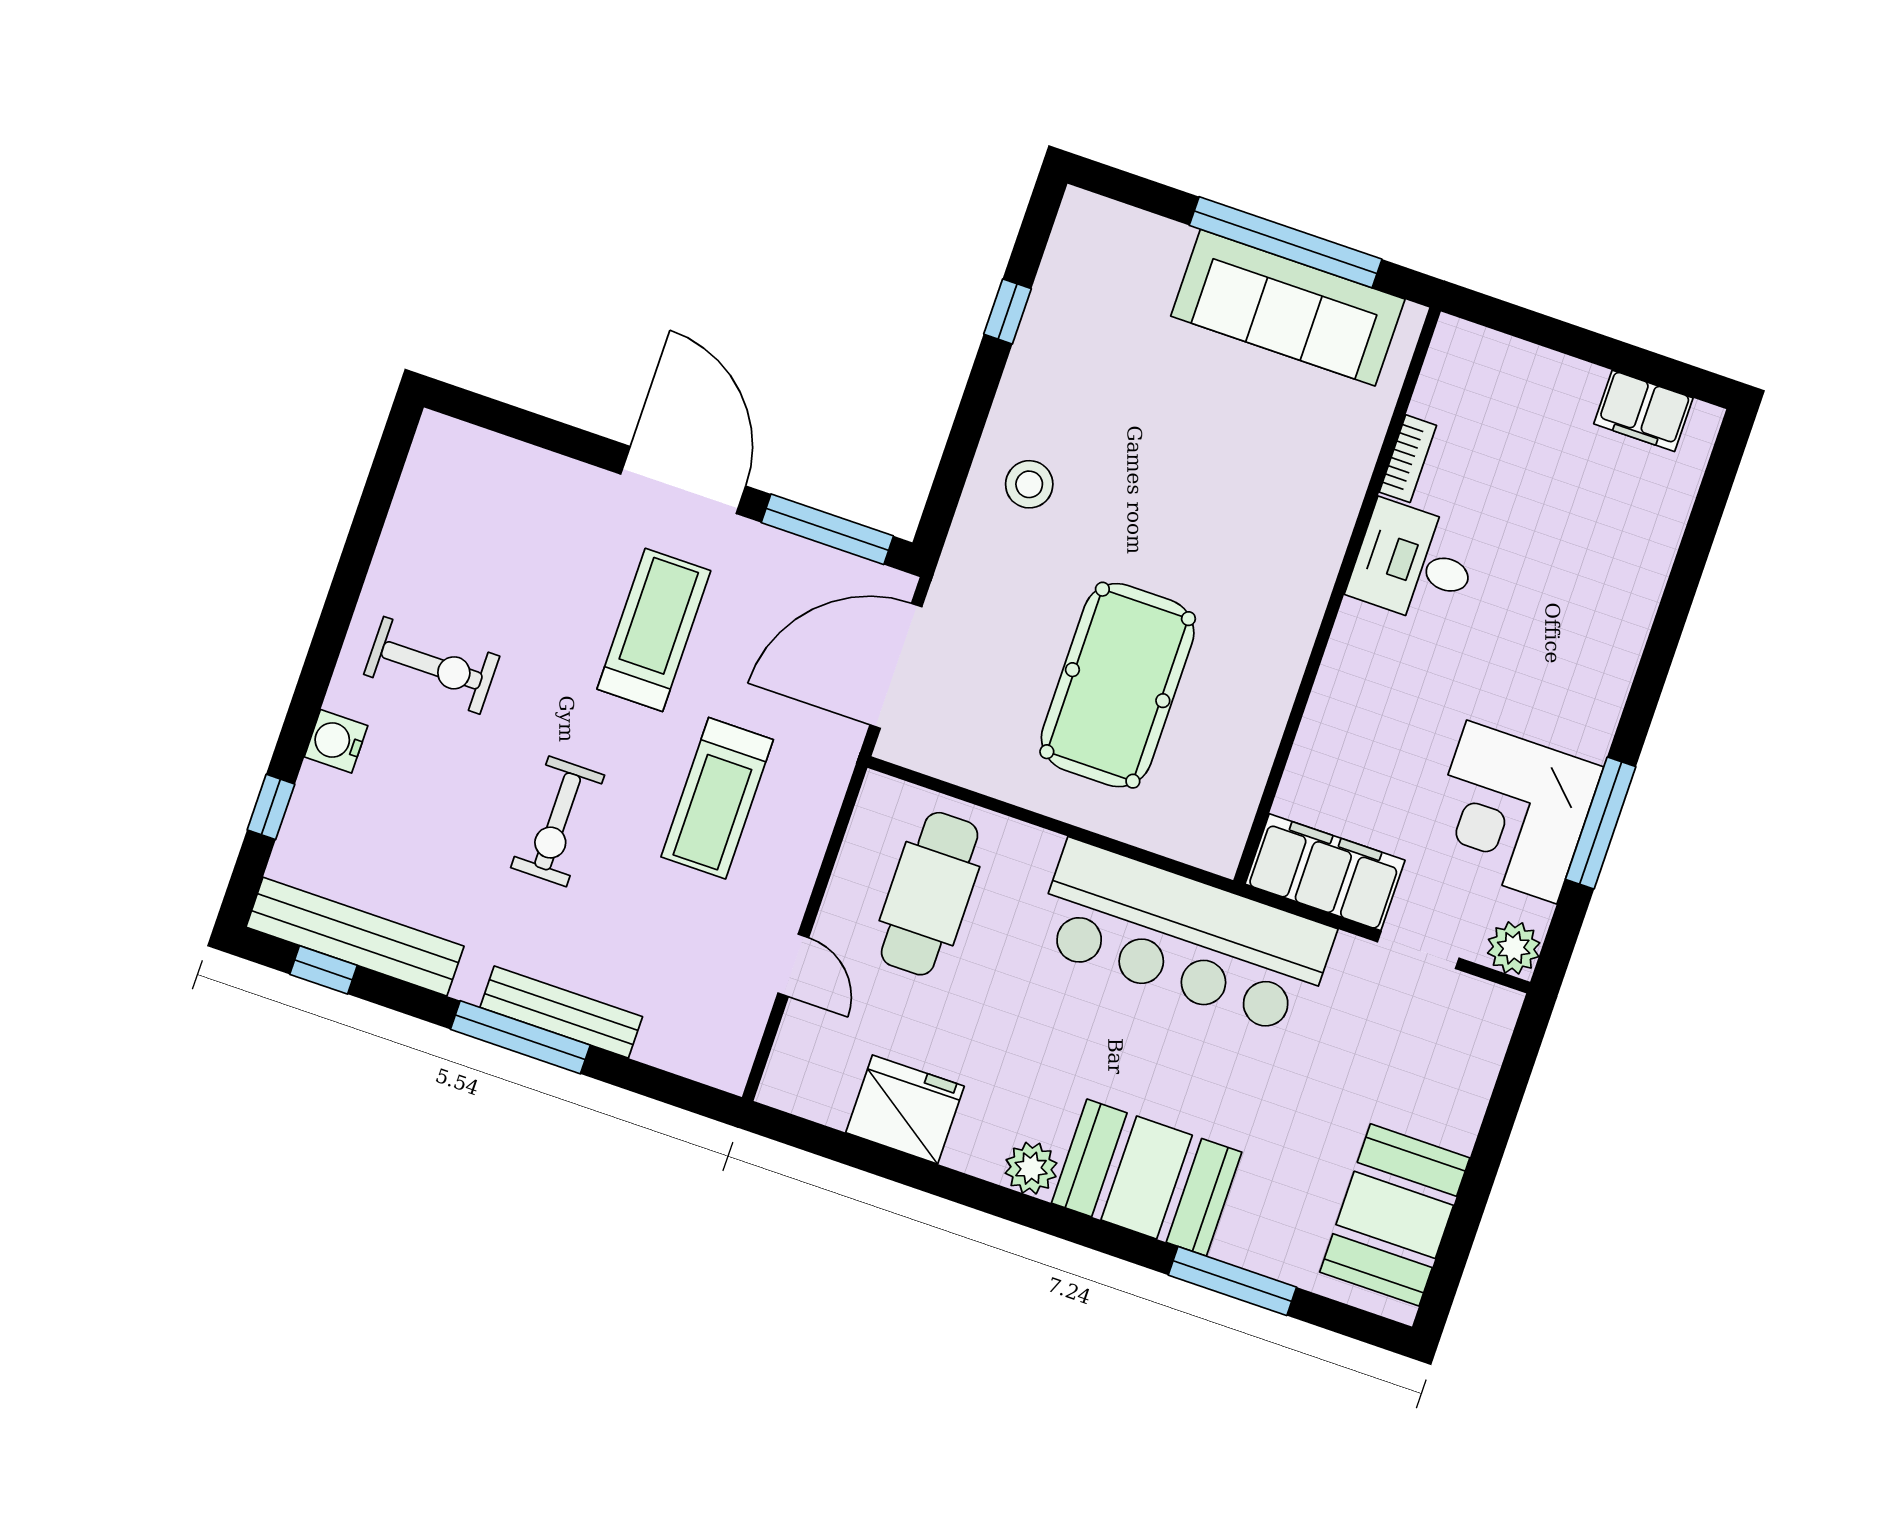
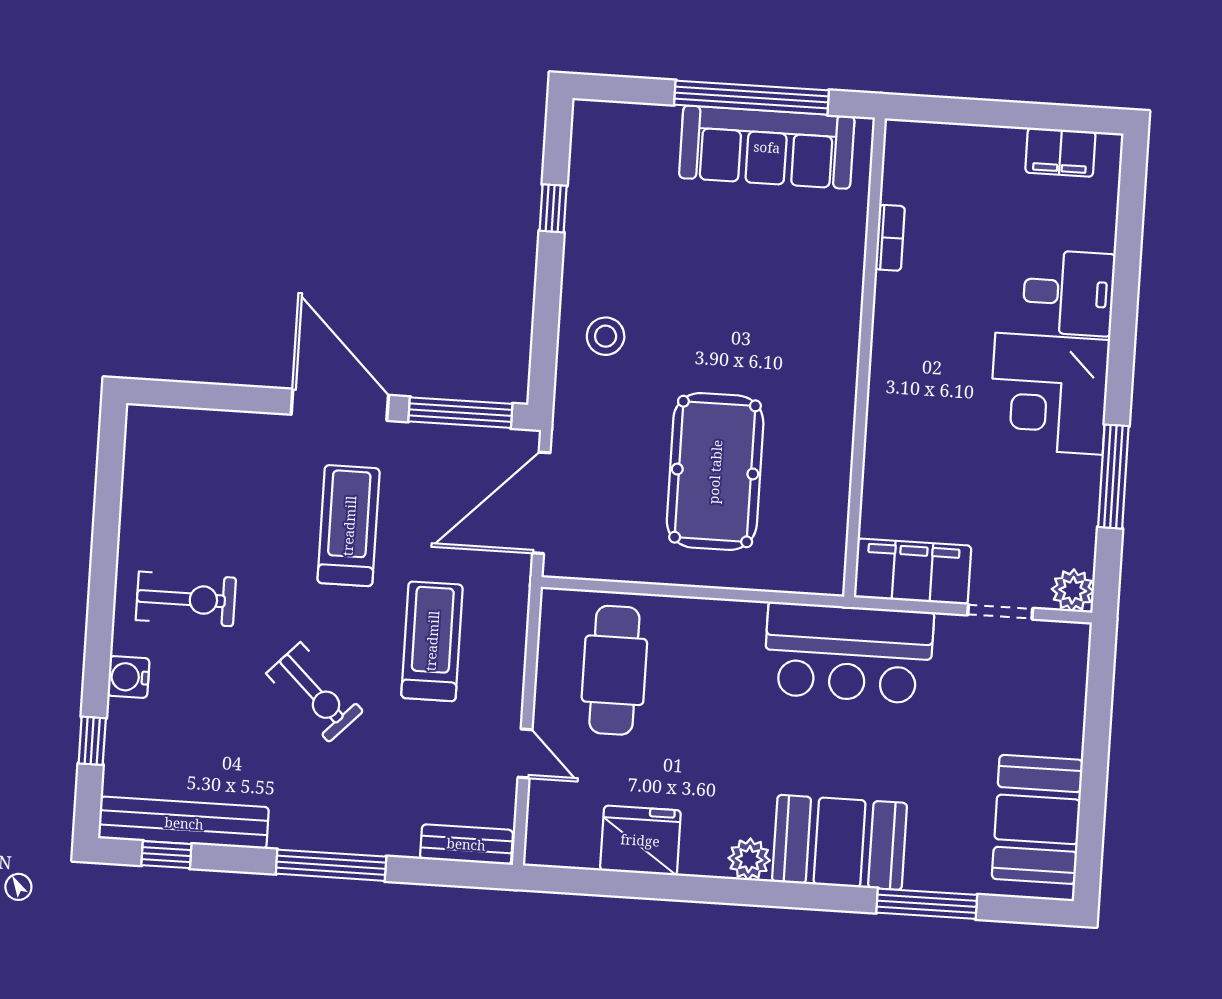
desk: (1414, 563) -> (1069, 293), moved, turned 180
treadmill: (717, 798) -> (432, 641), turned 180
corner desk: (1512, 812) -> (1049, 394), moved
exercise bike: (558, 821) -> (315, 692), turned -46
bar counter: (1184, 938) -> (849, 653), width x0.73
bench: (561, 1012) -> (466, 844), moved, width x0.73

